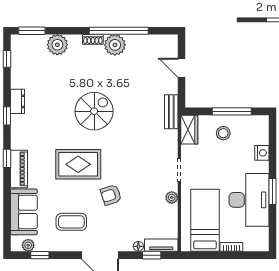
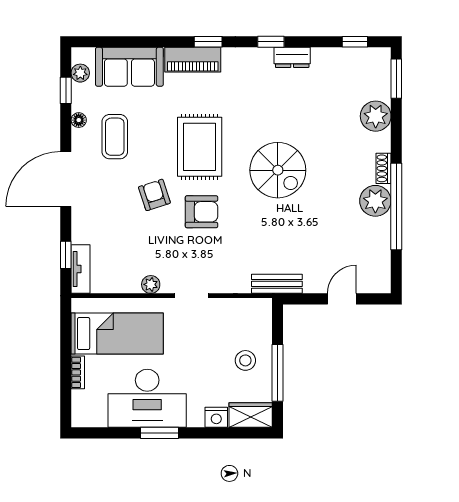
wardrobe: (189, 130) -> (251, 415), moved, turned 180
armchair: (122, 163) -> (201, 212), added
floor lamp: (138, 246) -> (79, 120), moved

